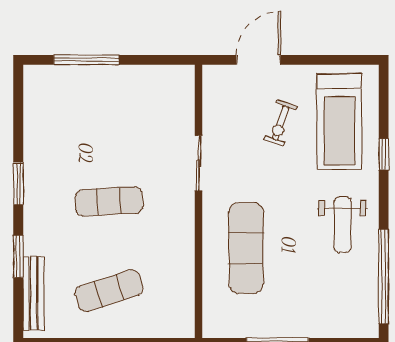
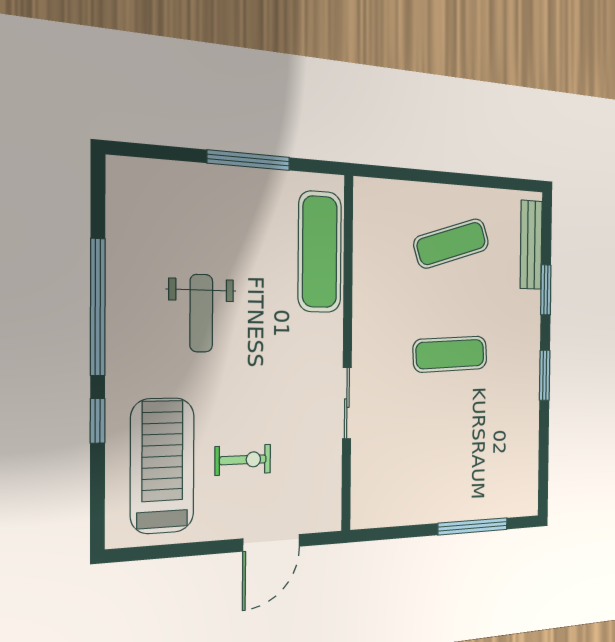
exercise bike: (281, 123) -> (243, 460), turned 71
weight bench: (343, 225) -> (201, 313), moved, turned 180
exercise mat: (246, 248) -> (320, 252), moved
window: (384, 276) -> (98, 307), moved

